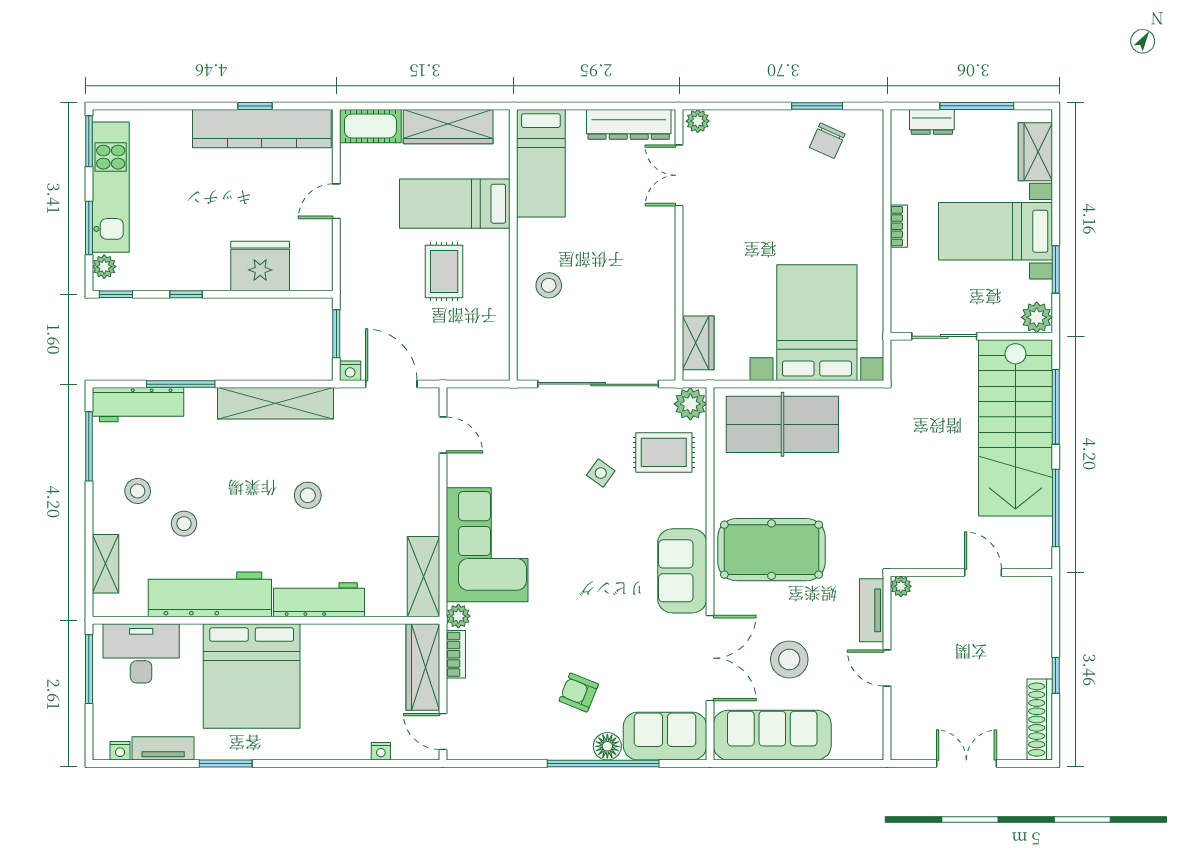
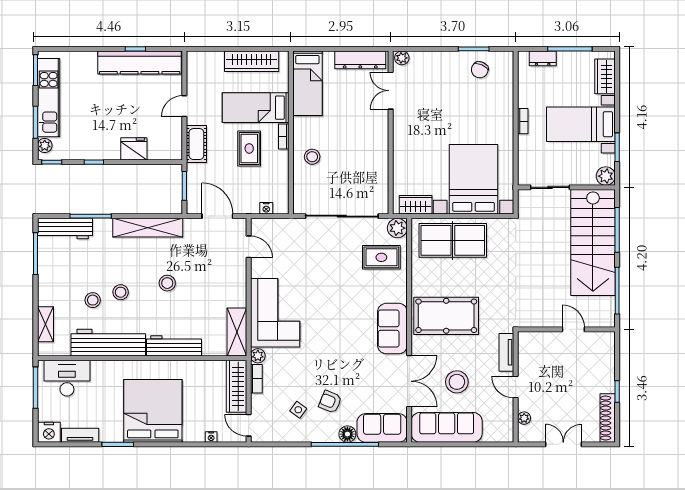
cot: (370, 126) -> (196, 144), moved, turned 90
bookcase: (502, 252) -> (284, 137), added
fridge: (260, 266) -> (134, 149), width x0.73, depth x0.75
wardrobe: (698, 343) -> (416, 205), moved, turned -90
nightstand: (350, 371) -> (266, 208), moved
side table: (601, 473) -> (298, 410), moved
stool: (138, 491) -> (121, 292), moved
plant: (901, 586) -> (524, 418), moved
bed: (252, 676) -> (153, 411), moved, turned 180
nightstand: (120, 751) -> (49, 432), width x1.89, depth x1.79

